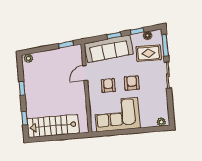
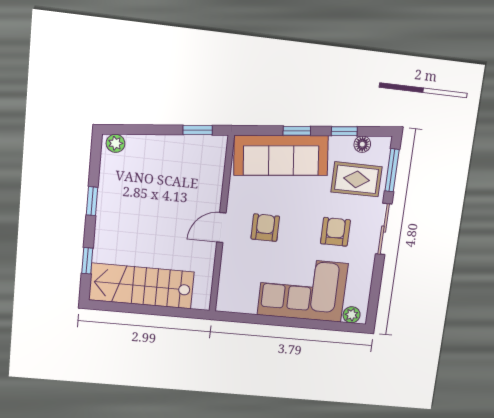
door: (85, 73) -> (221, 228), moved
armchair: (132, 83) -> (335, 232), moved
corner sofa: (117, 115) -> (303, 289), moved

